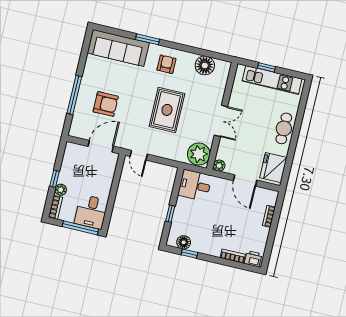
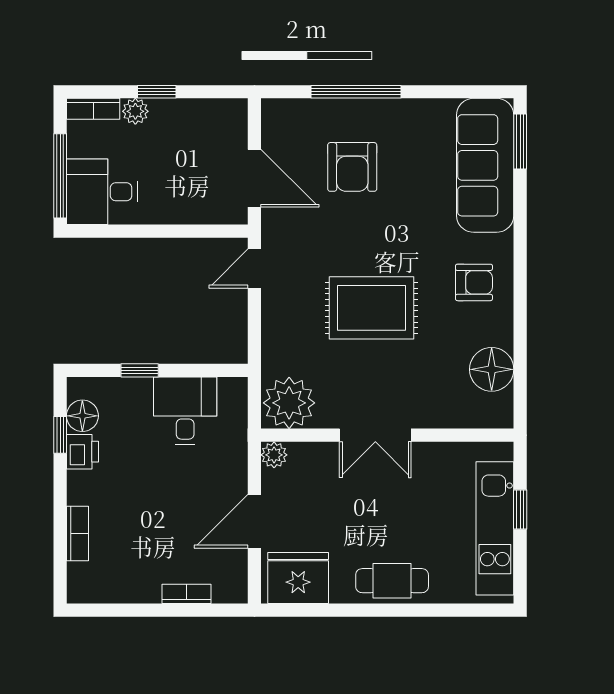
window: (147, 39) -> (520, 141), moved
desk: (195, 185) -> (185, 411), moved
printer: (253, 259) -> (82, 452), moved

